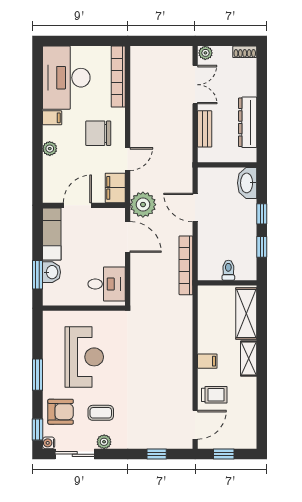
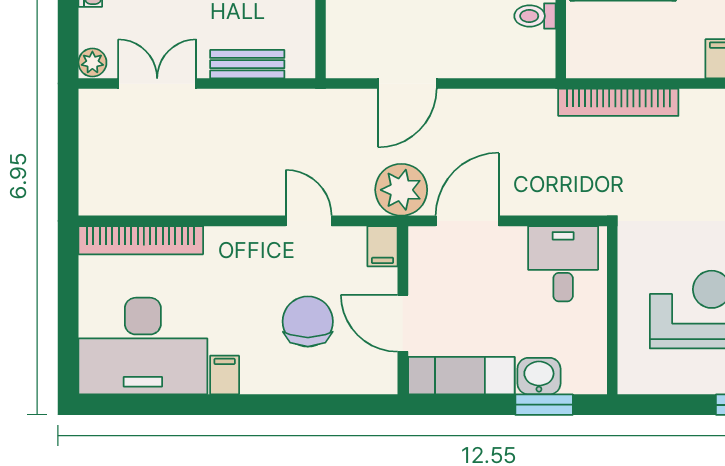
chair: (98, 133) -> (308, 321), moved, turned 180
plant: (50, 149) -> (287, 380), removed
filing cabinet: (115, 188) -> (383, 246), width x0.50
bookcase: (186, 265) -> (618, 102), moved

